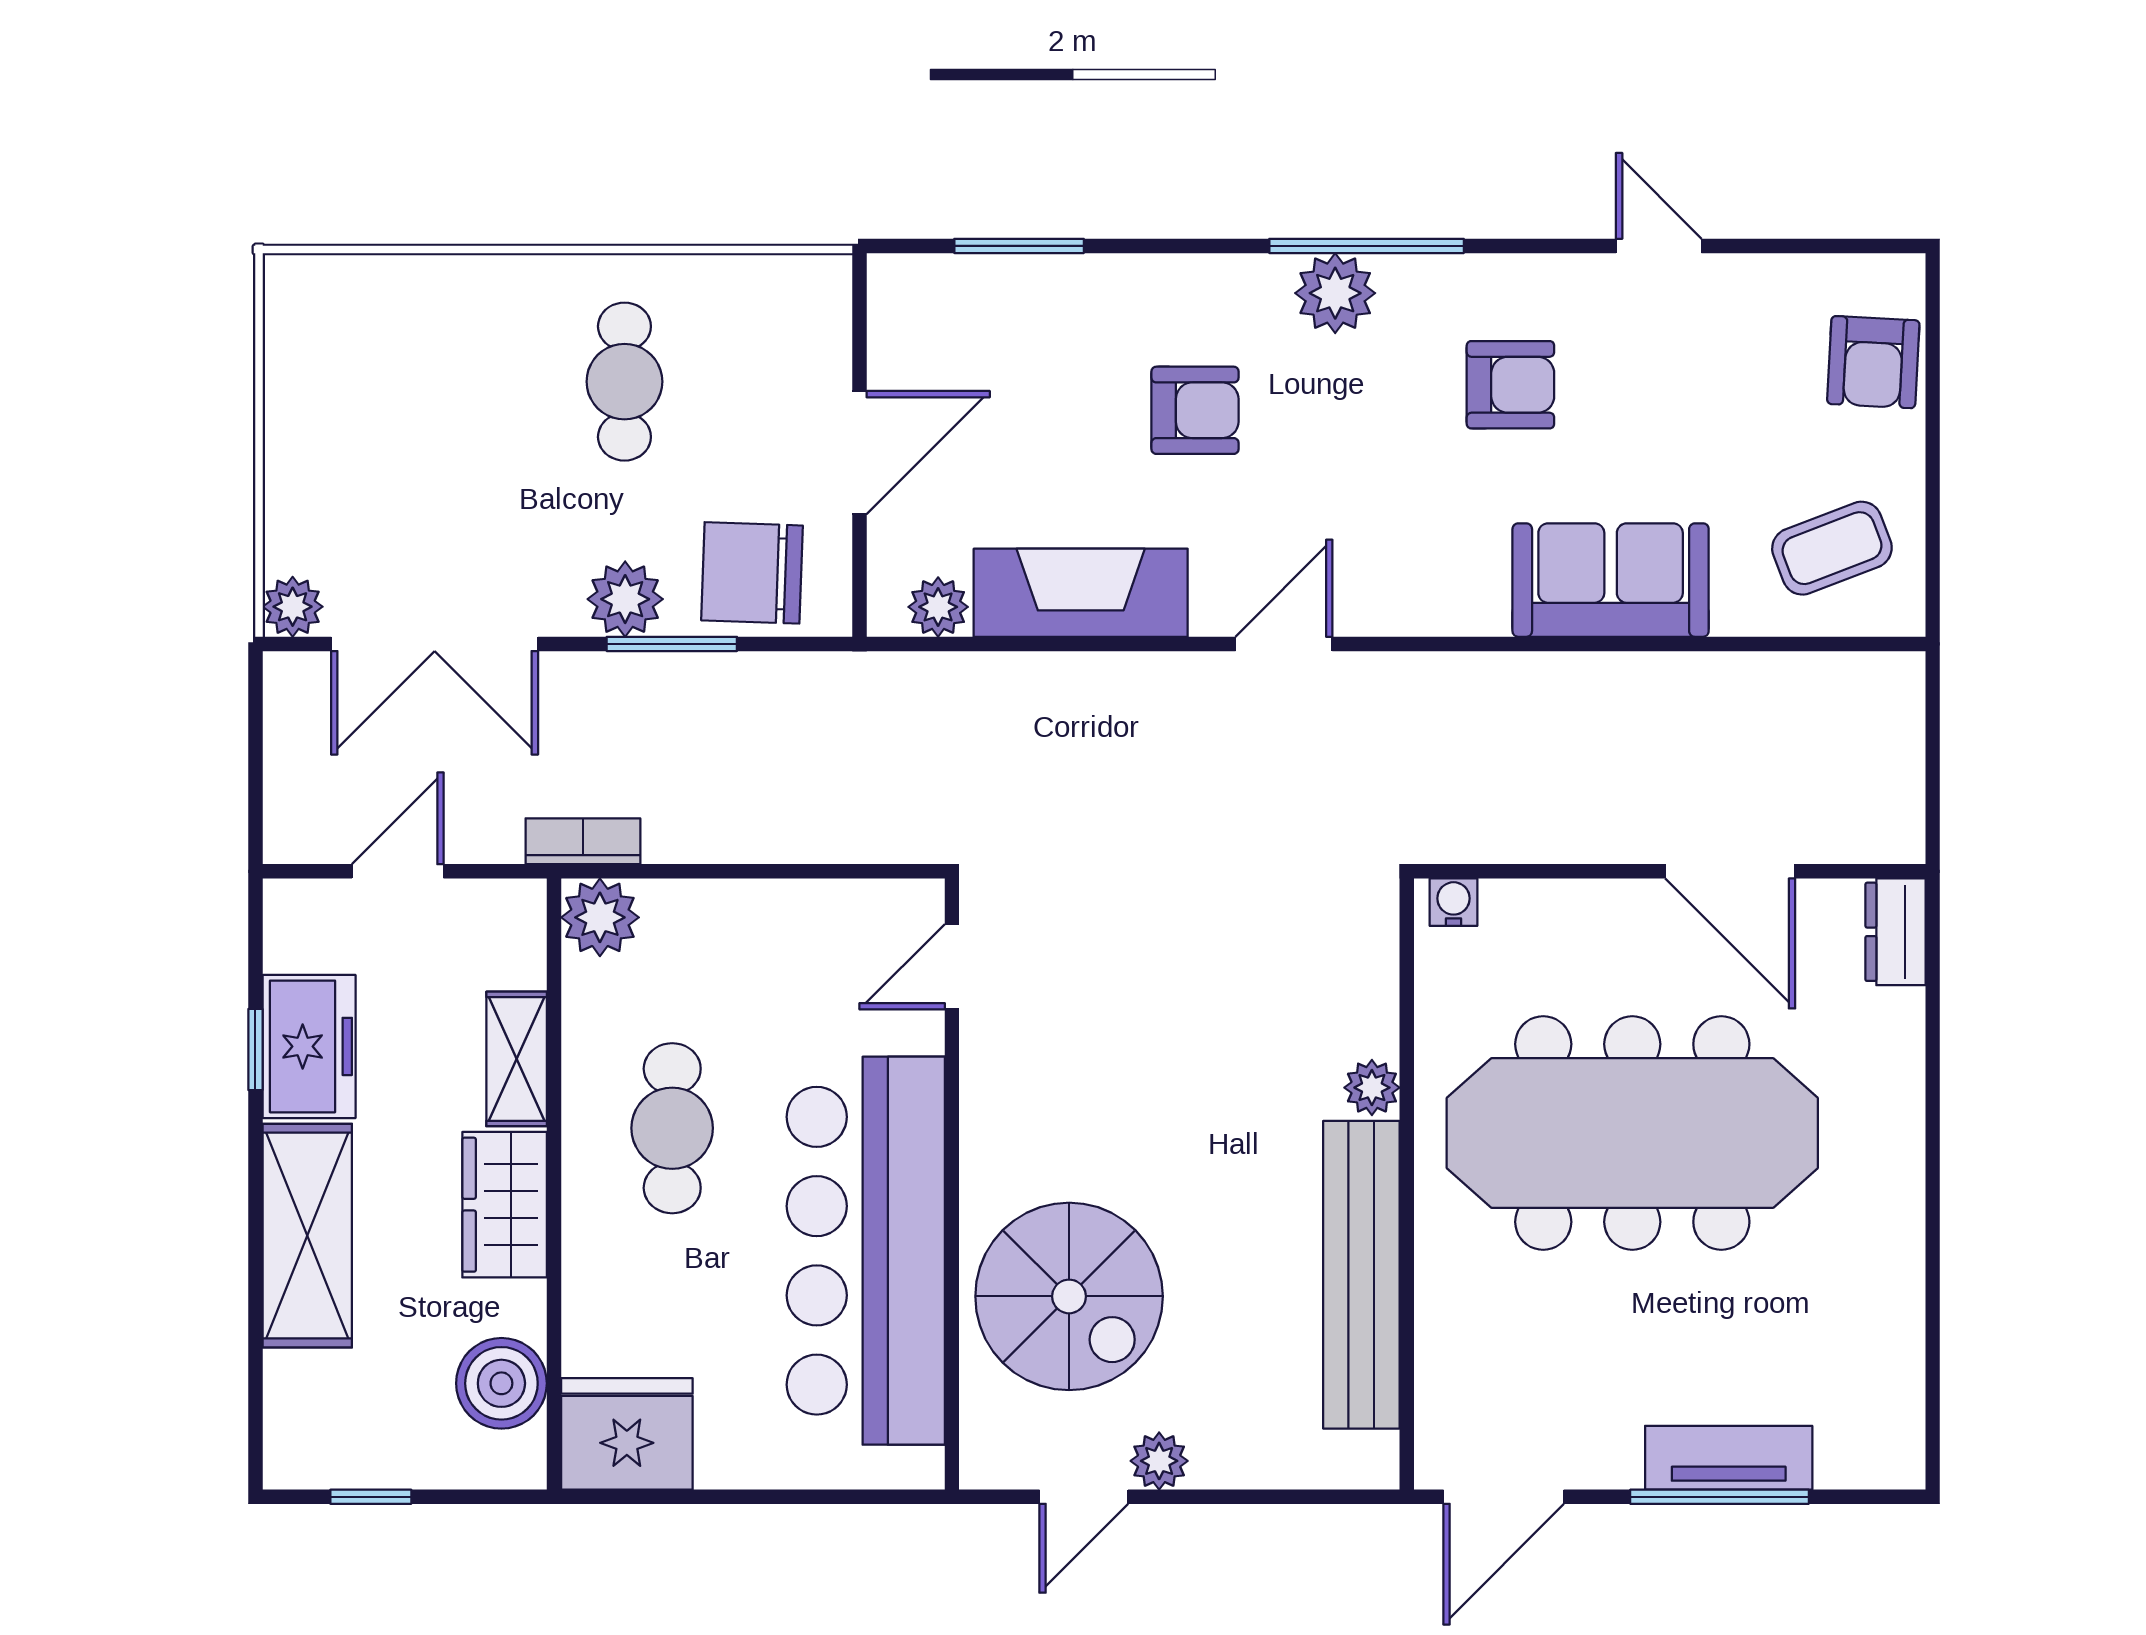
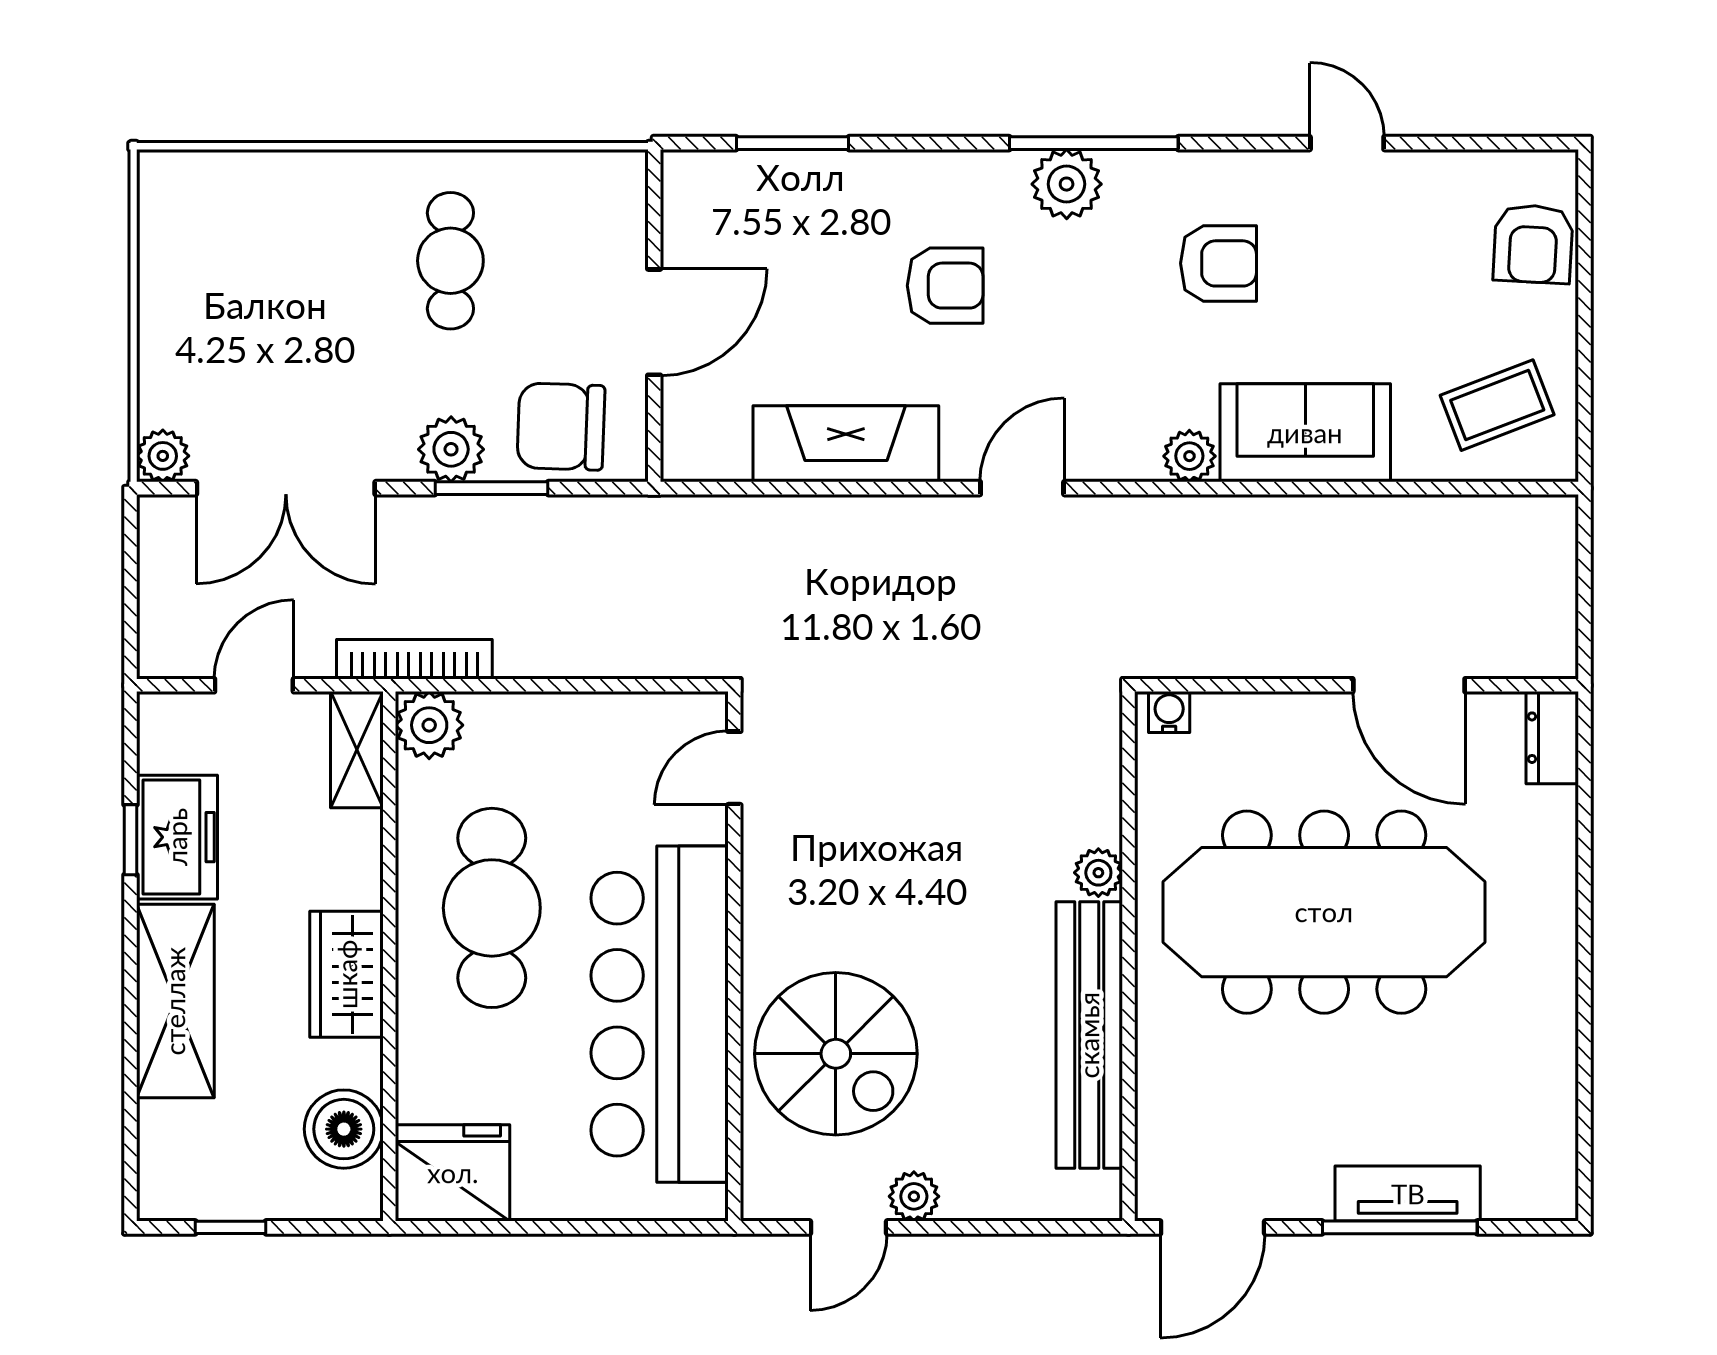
plant: (938, 607) -> (1189, 456), moved
bookcase: (583, 841) -> (414, 659), width x1.56
shelving: (517, 1059) -> (357, 750), moved
cafe table: (672, 1128) -> (492, 908), width x1.37, depth x1.35

